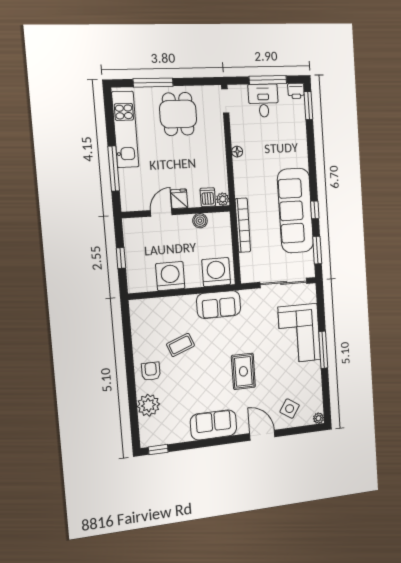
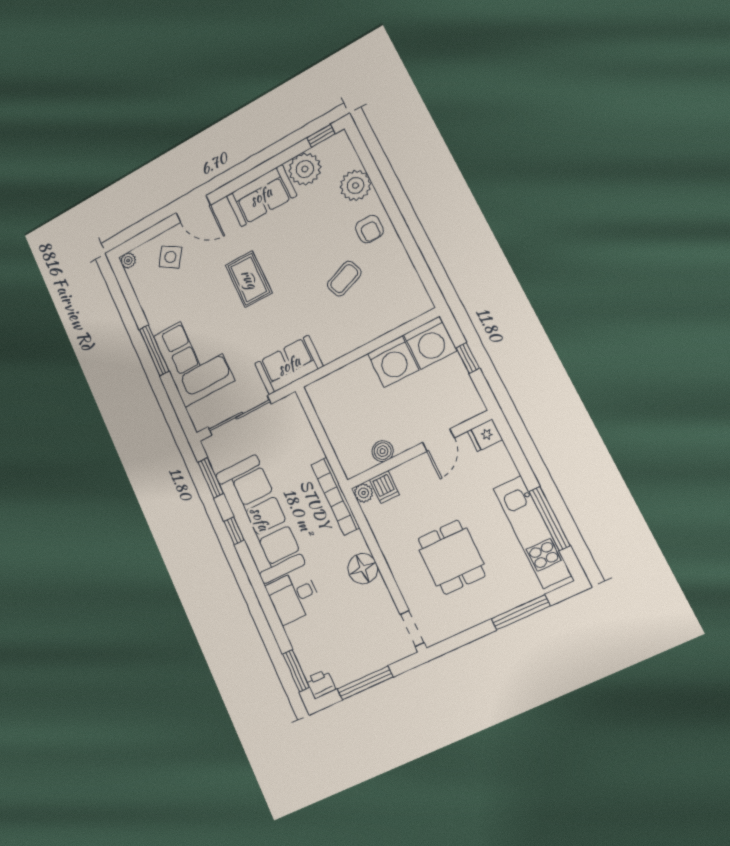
desk: (263, 101) -> (294, 596), moved, turned 90
dining table: (178, 114) -> (451, 557), moved
floor lamp: (237, 152) -> (363, 569), width x1.89, depth x1.89
window: (114, 169) -> (550, 518), moved
fridge: (179, 199) -> (485, 435), moved, turned 90
bookcase: (243, 225) -> (335, 496), moved
washing machine: (216, 272) -> (430, 343), moved
sofa: (219, 305) -> (289, 365), moved
plant: (178, 431) -> (305, 169), added

